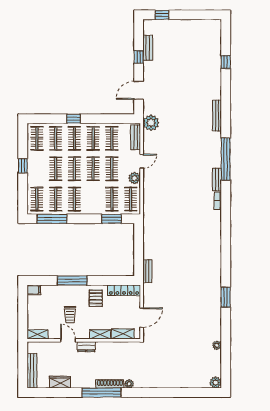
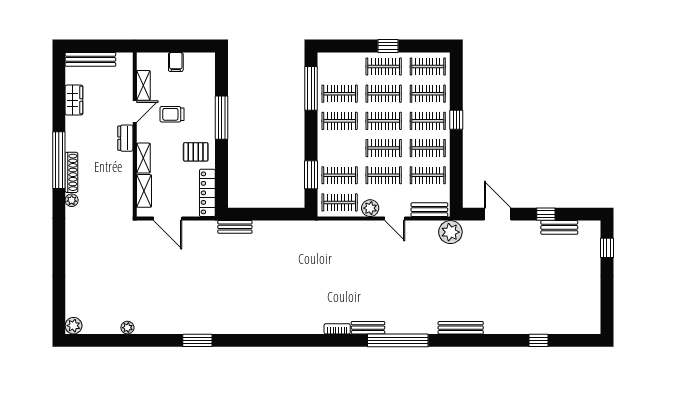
clothes rail: (37, 199) -> (384, 67), moved
filing cabinet: (34, 290) -> (176, 62), moved
shelving: (38, 334) -> (143, 85), moved

